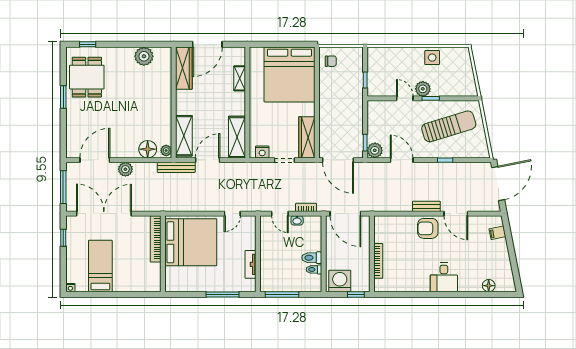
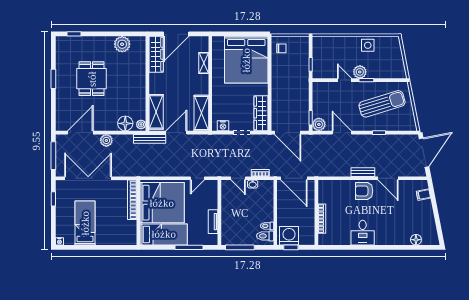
dining table: (87, 77) -> (92, 79), moved
toilet: (312, 258) -> (265, 236), moved
desk: (444, 277) -> (363, 233), moved
bed: (193, 279) -> (164, 234), added
window: (356, 295) -> (291, 247), moved

